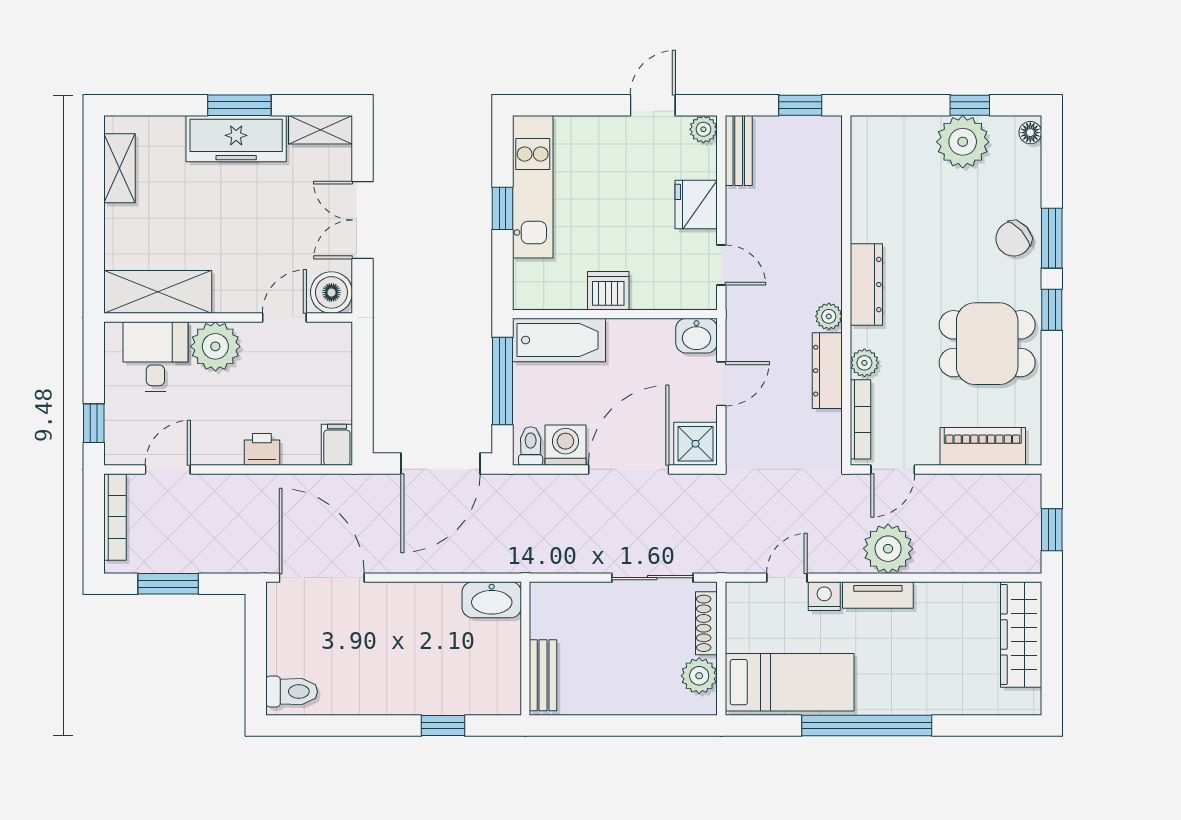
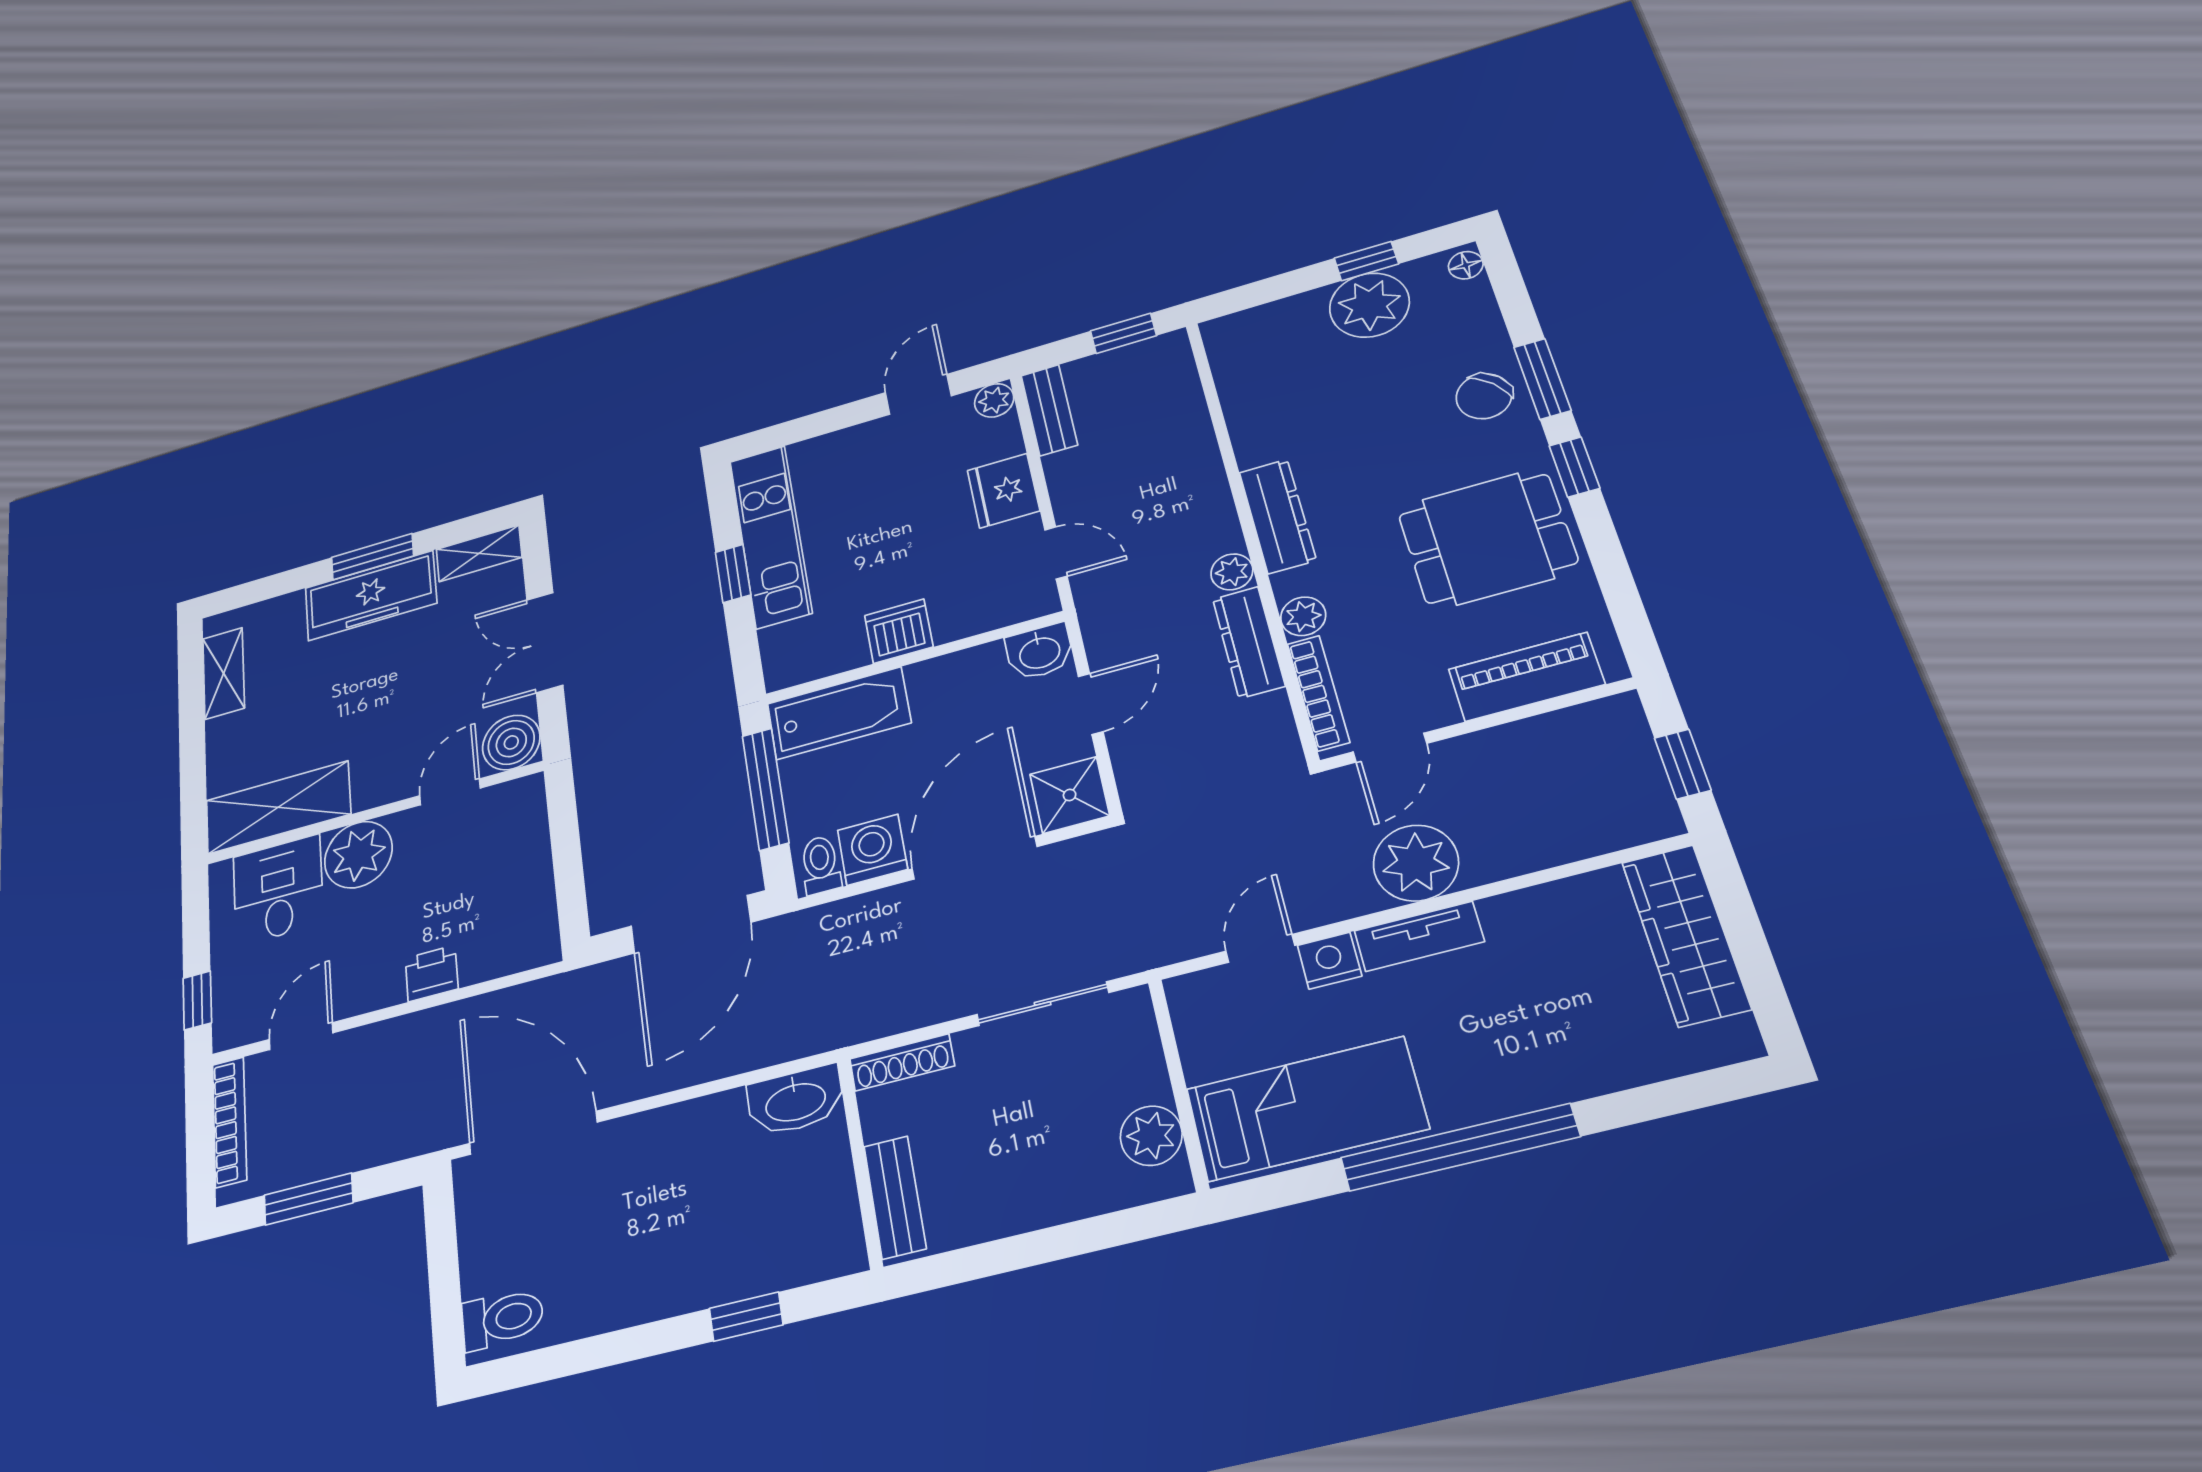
filing cabinet: (337, 445) -> (538, 939), removed
shoe rack: (706, 623) -> (902, 1062), moved, turned -90

